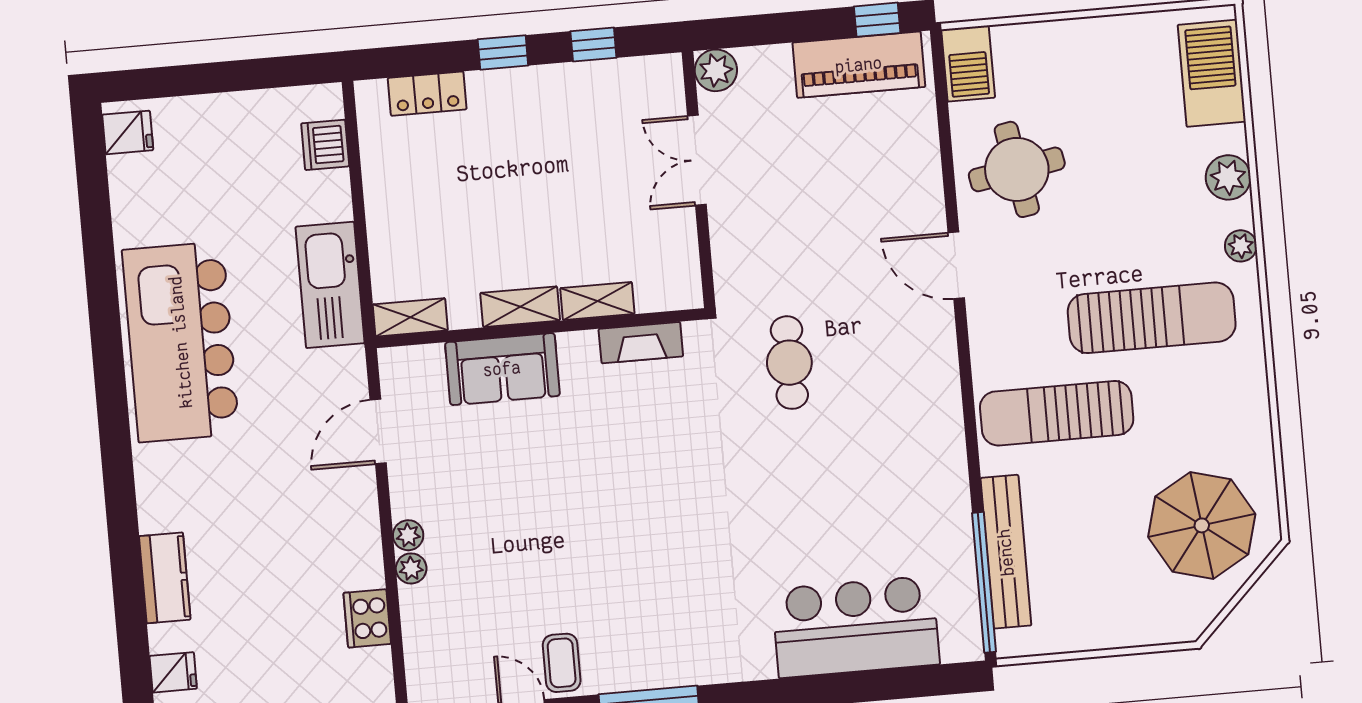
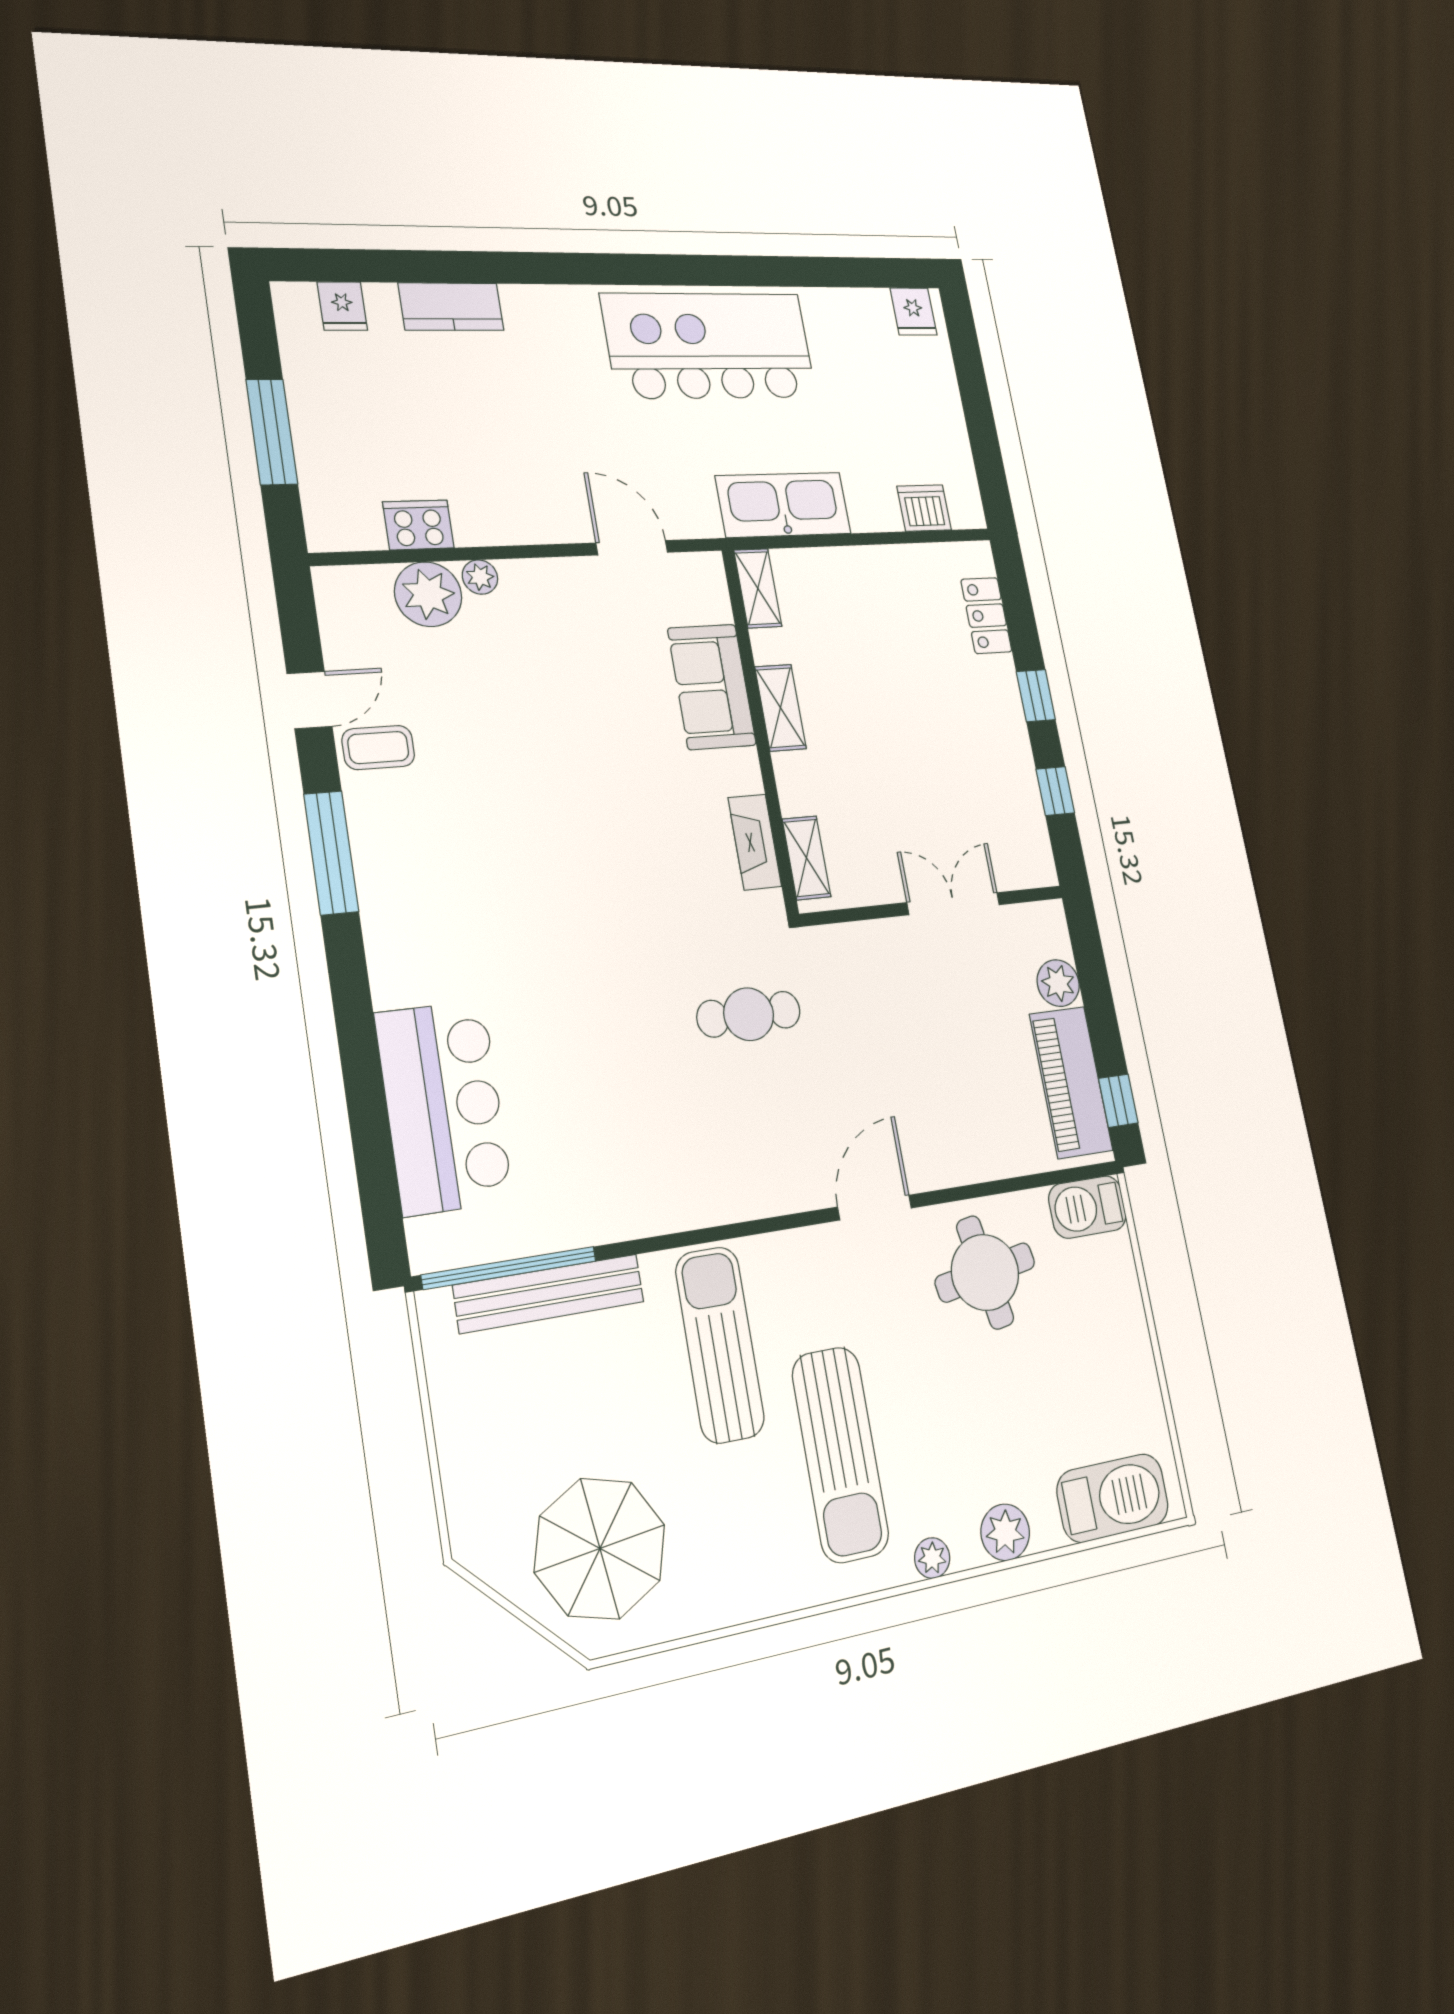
plant: (716, 70) -> (1058, 983), moved
shelving: (597, 301) -> (807, 858), moved
plant: (408, 535) -> (428, 594), moved, width x1.88, depth x1.88

